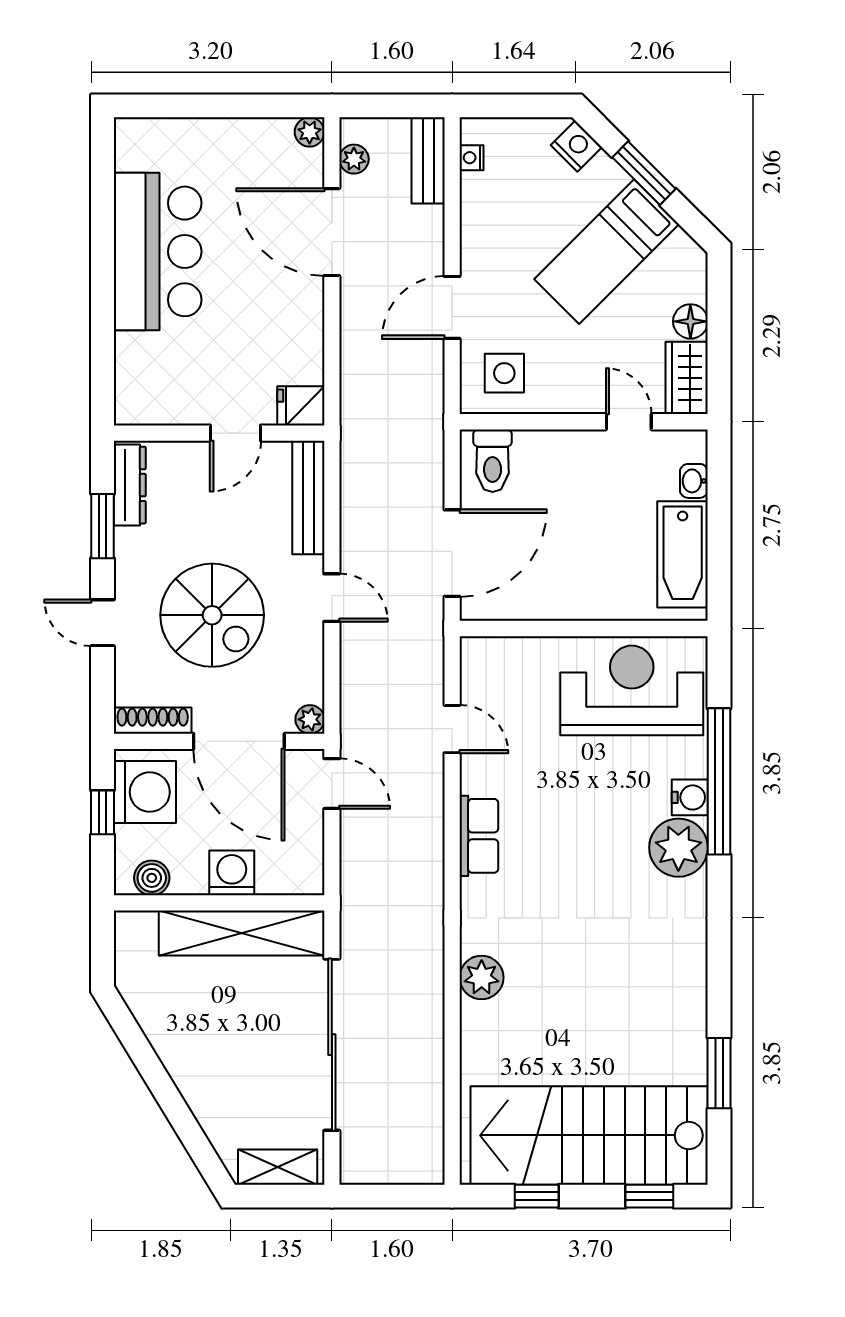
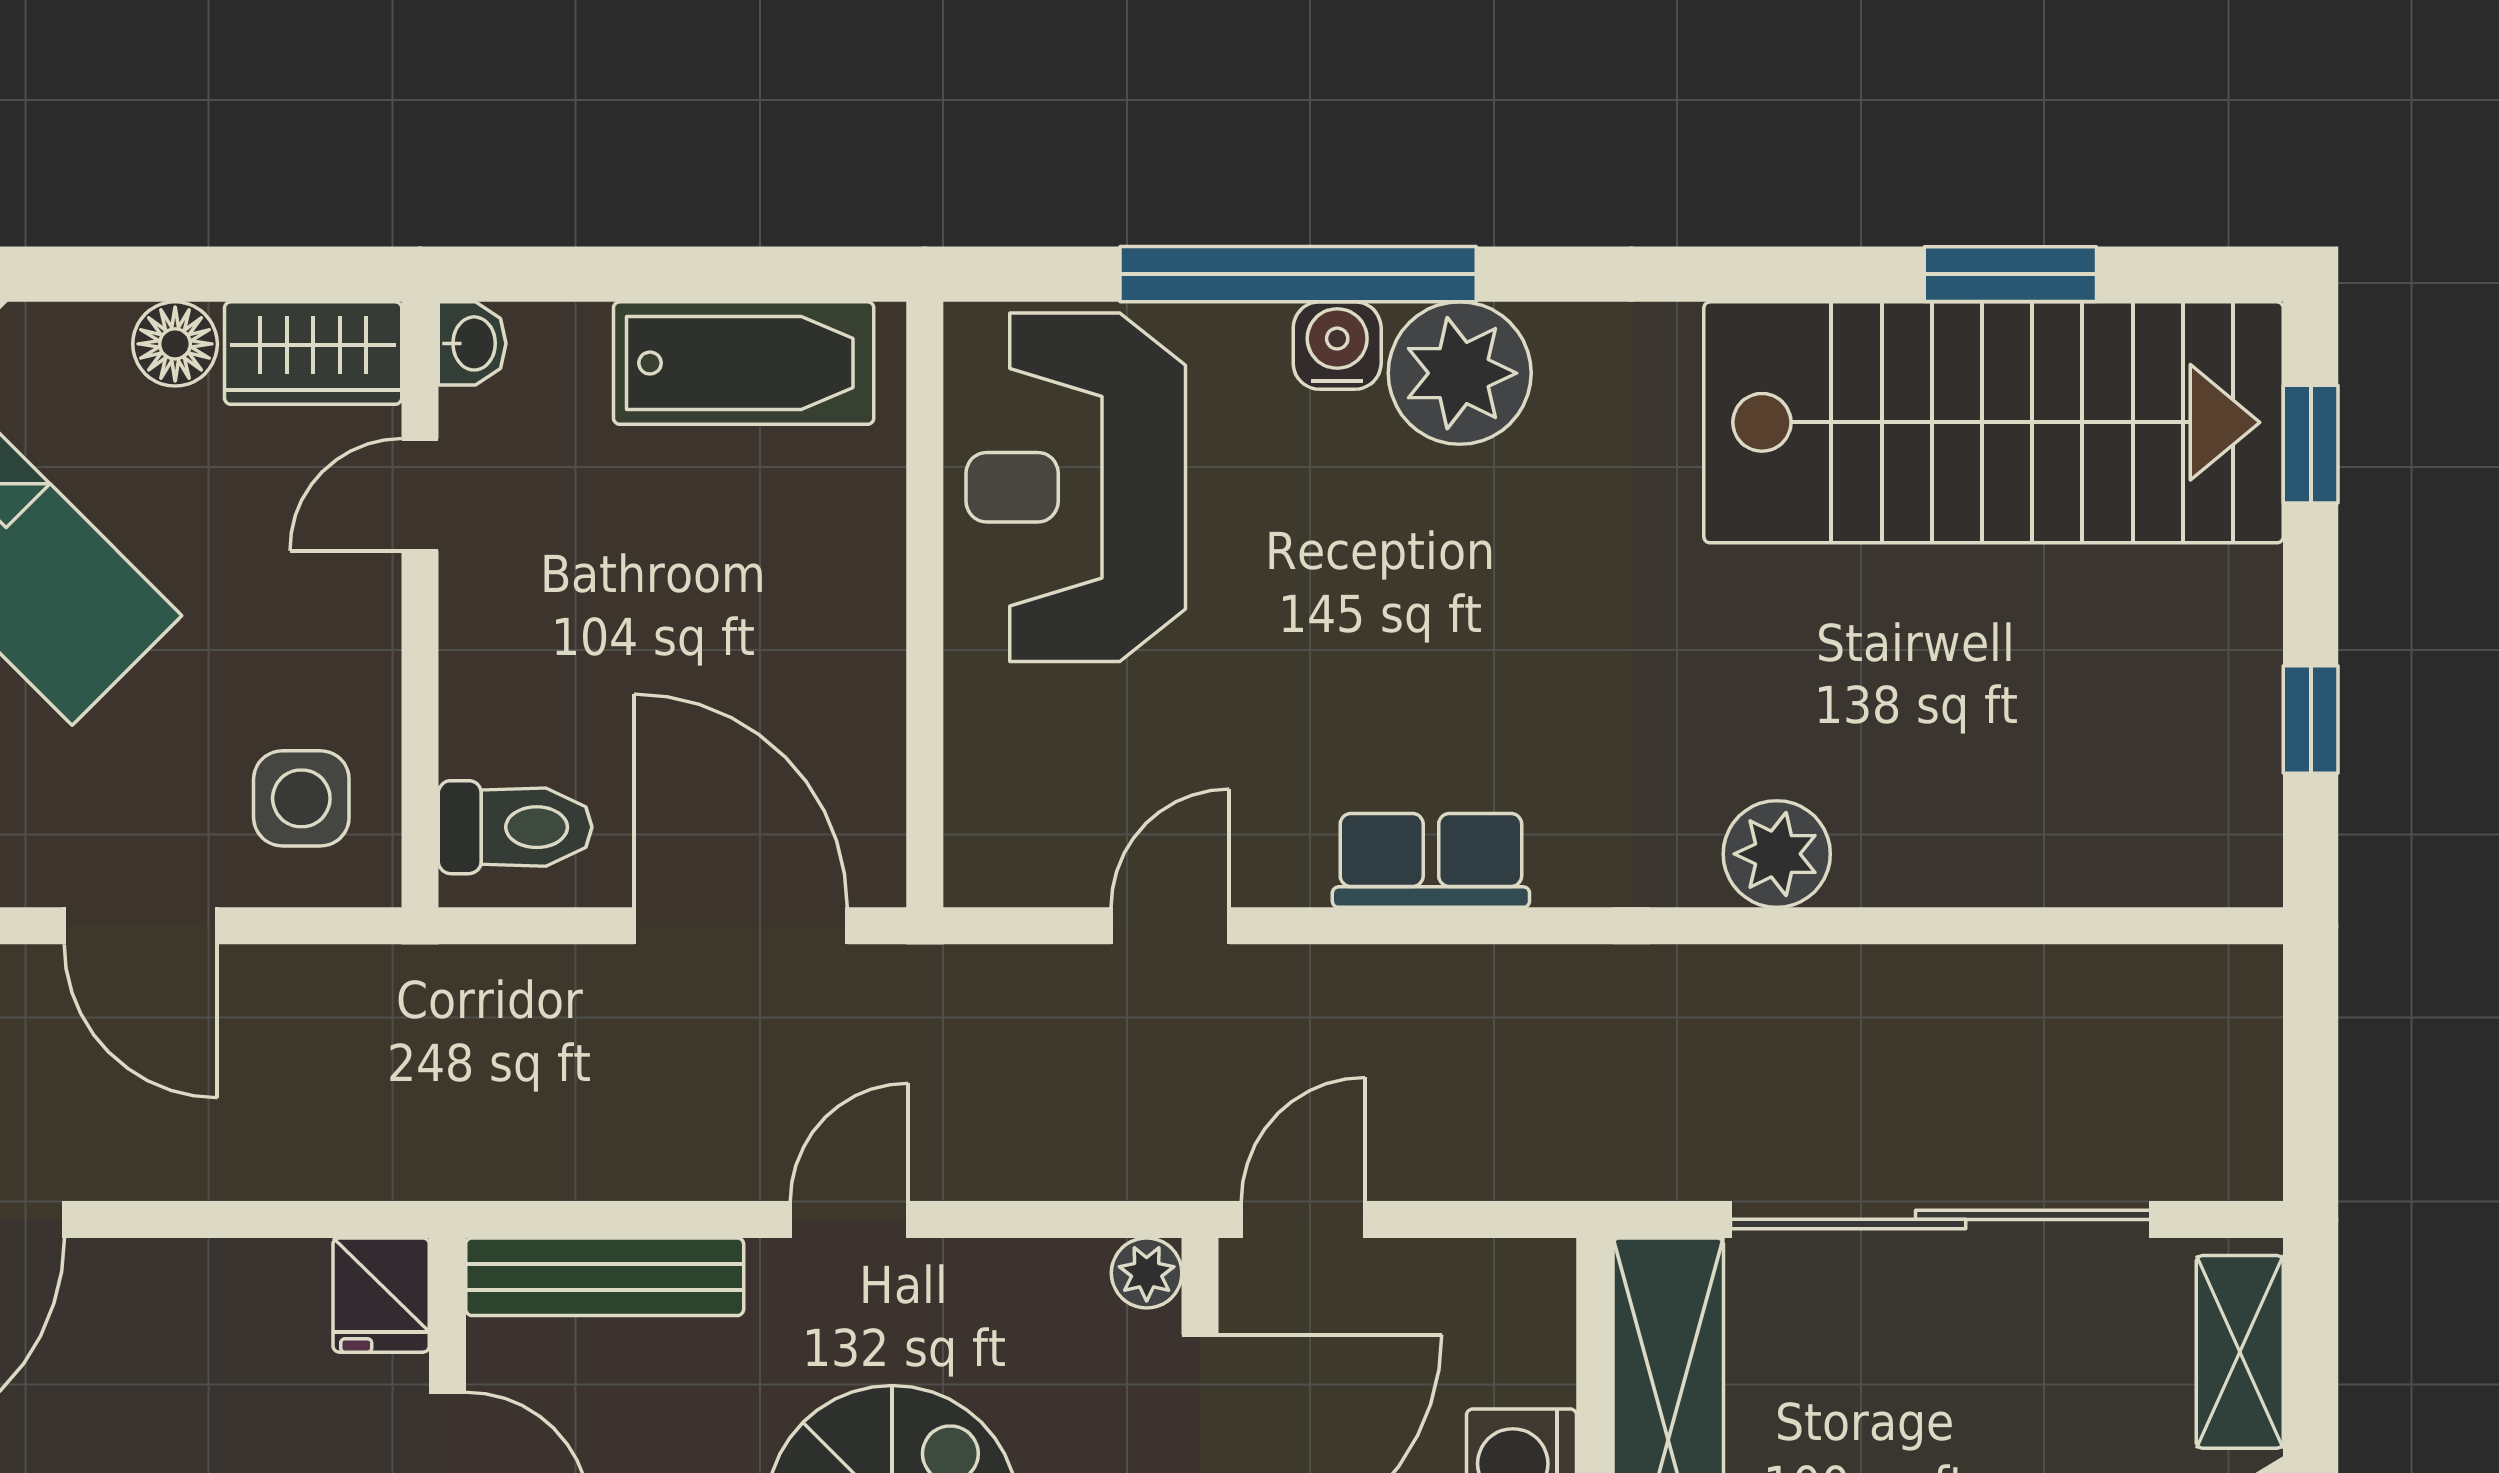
washbasin: (694, 481) -> (472, 343), moved, turned -90
stairs: (589, 1135) -> (1994, 422), moved, turned -90

